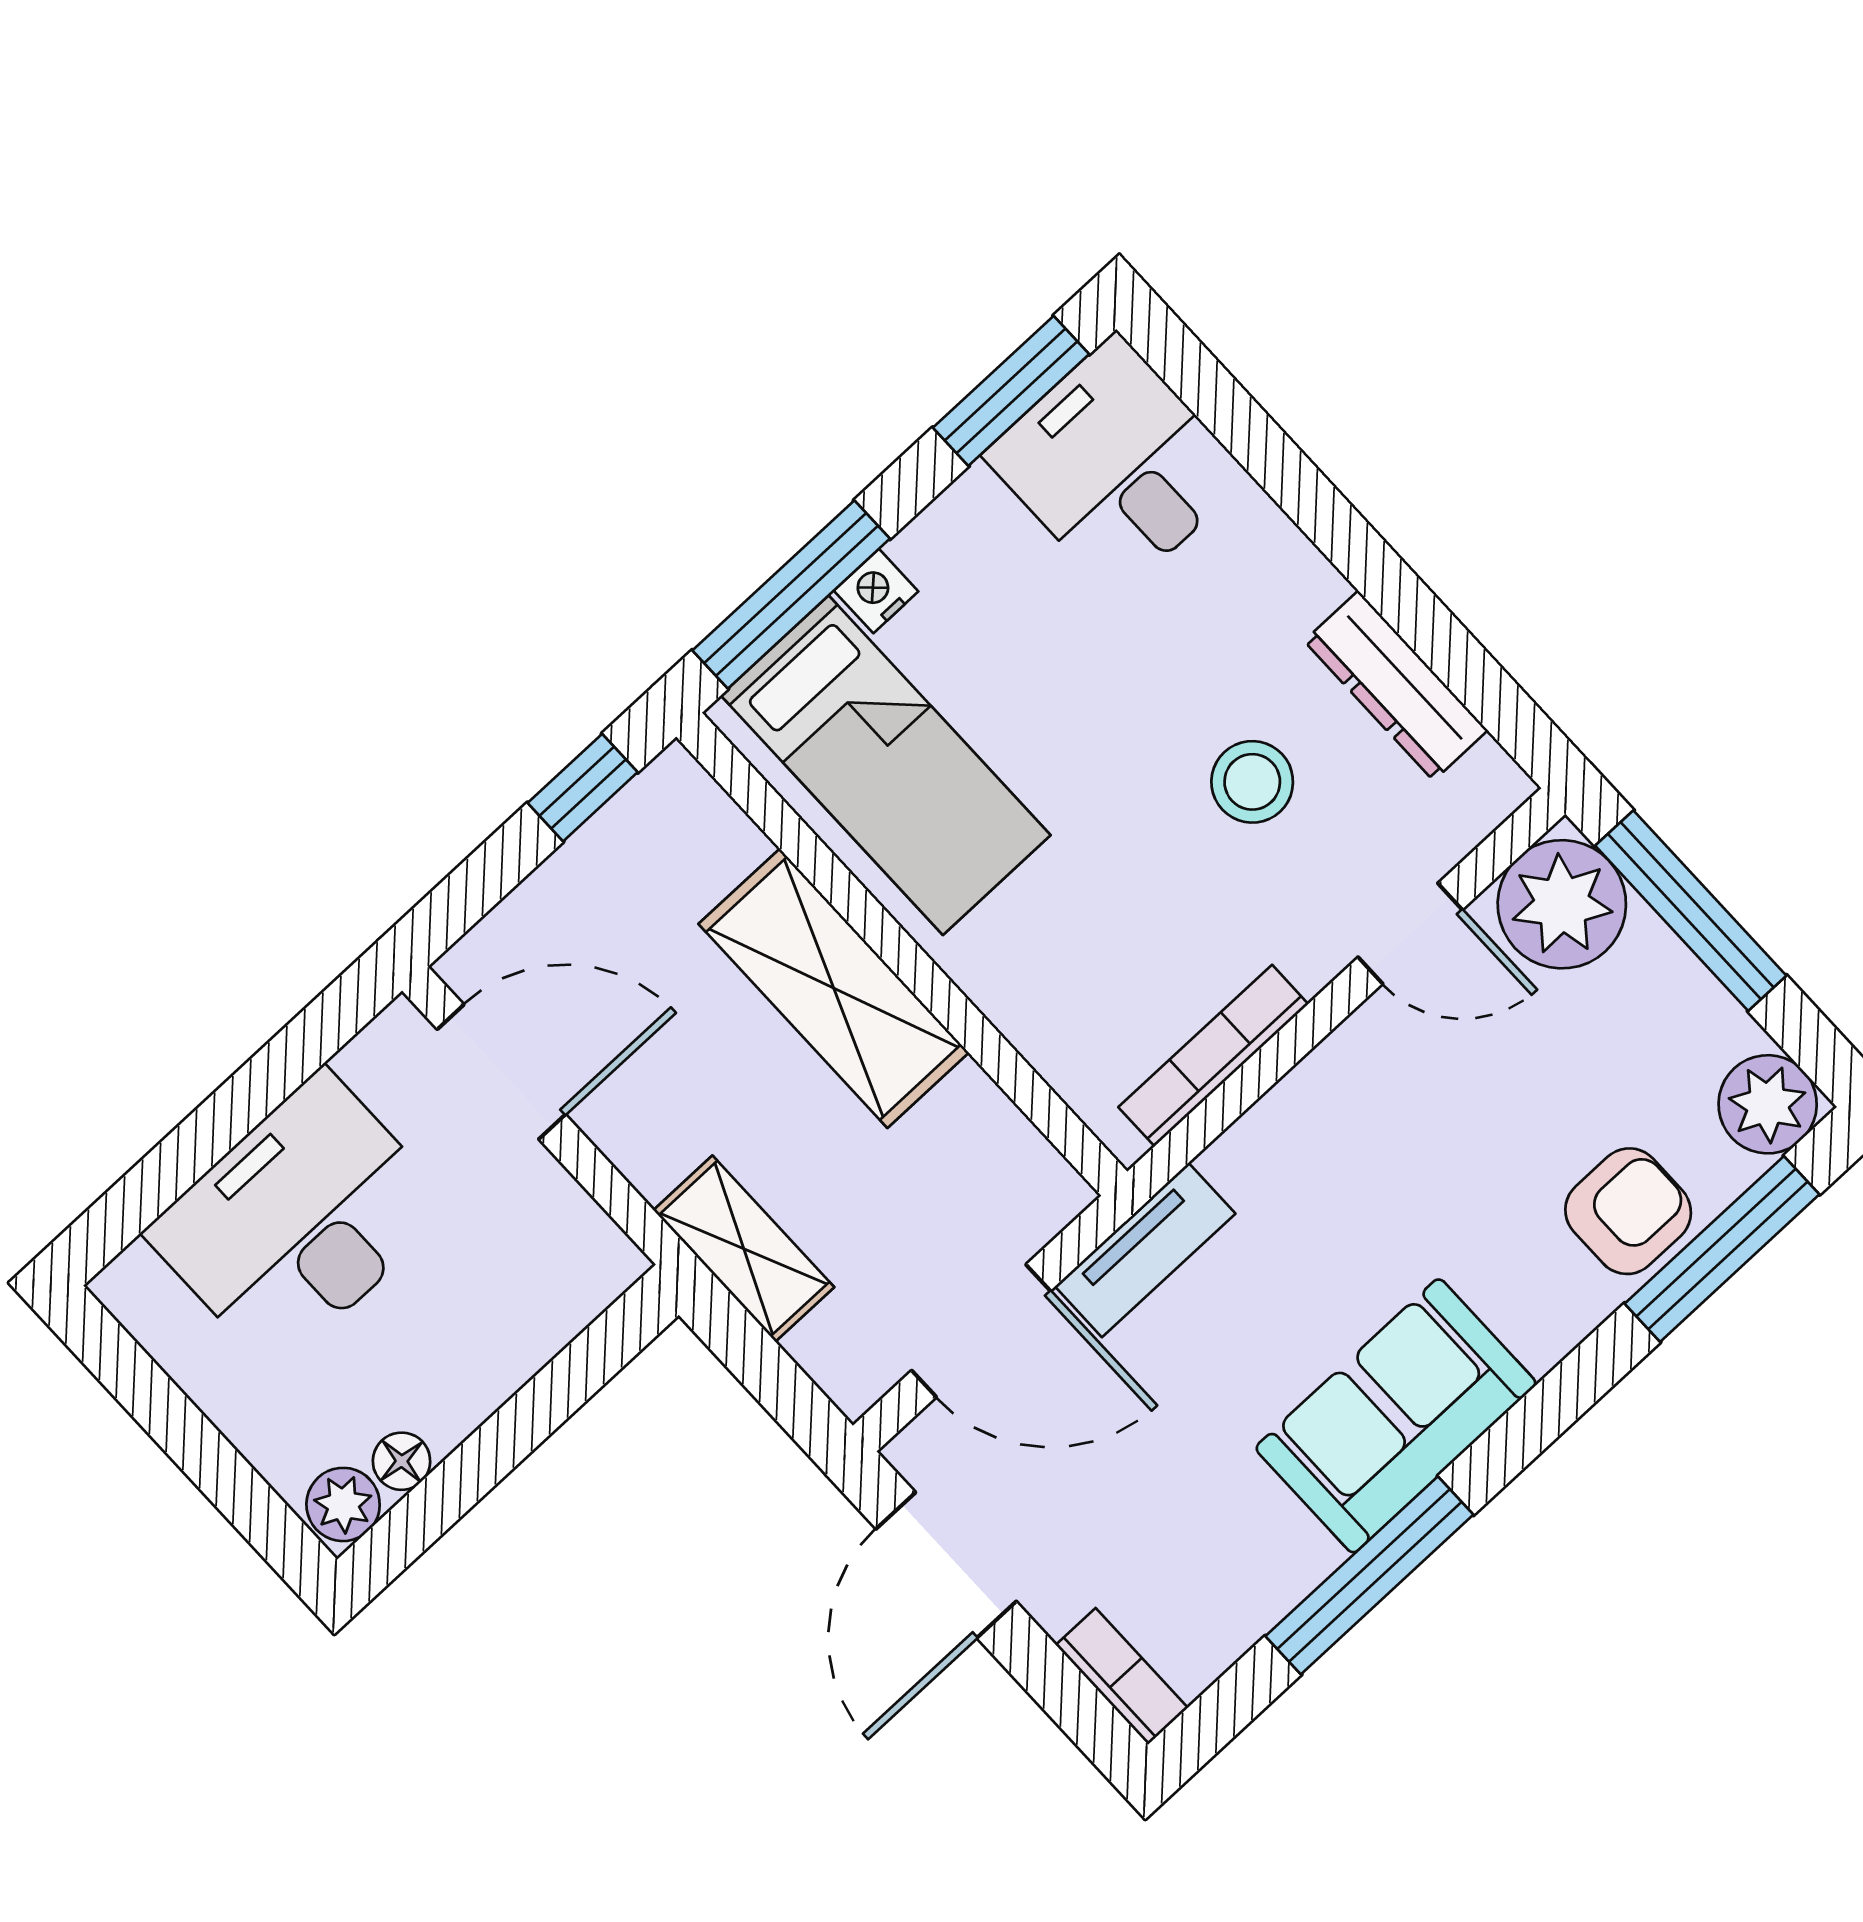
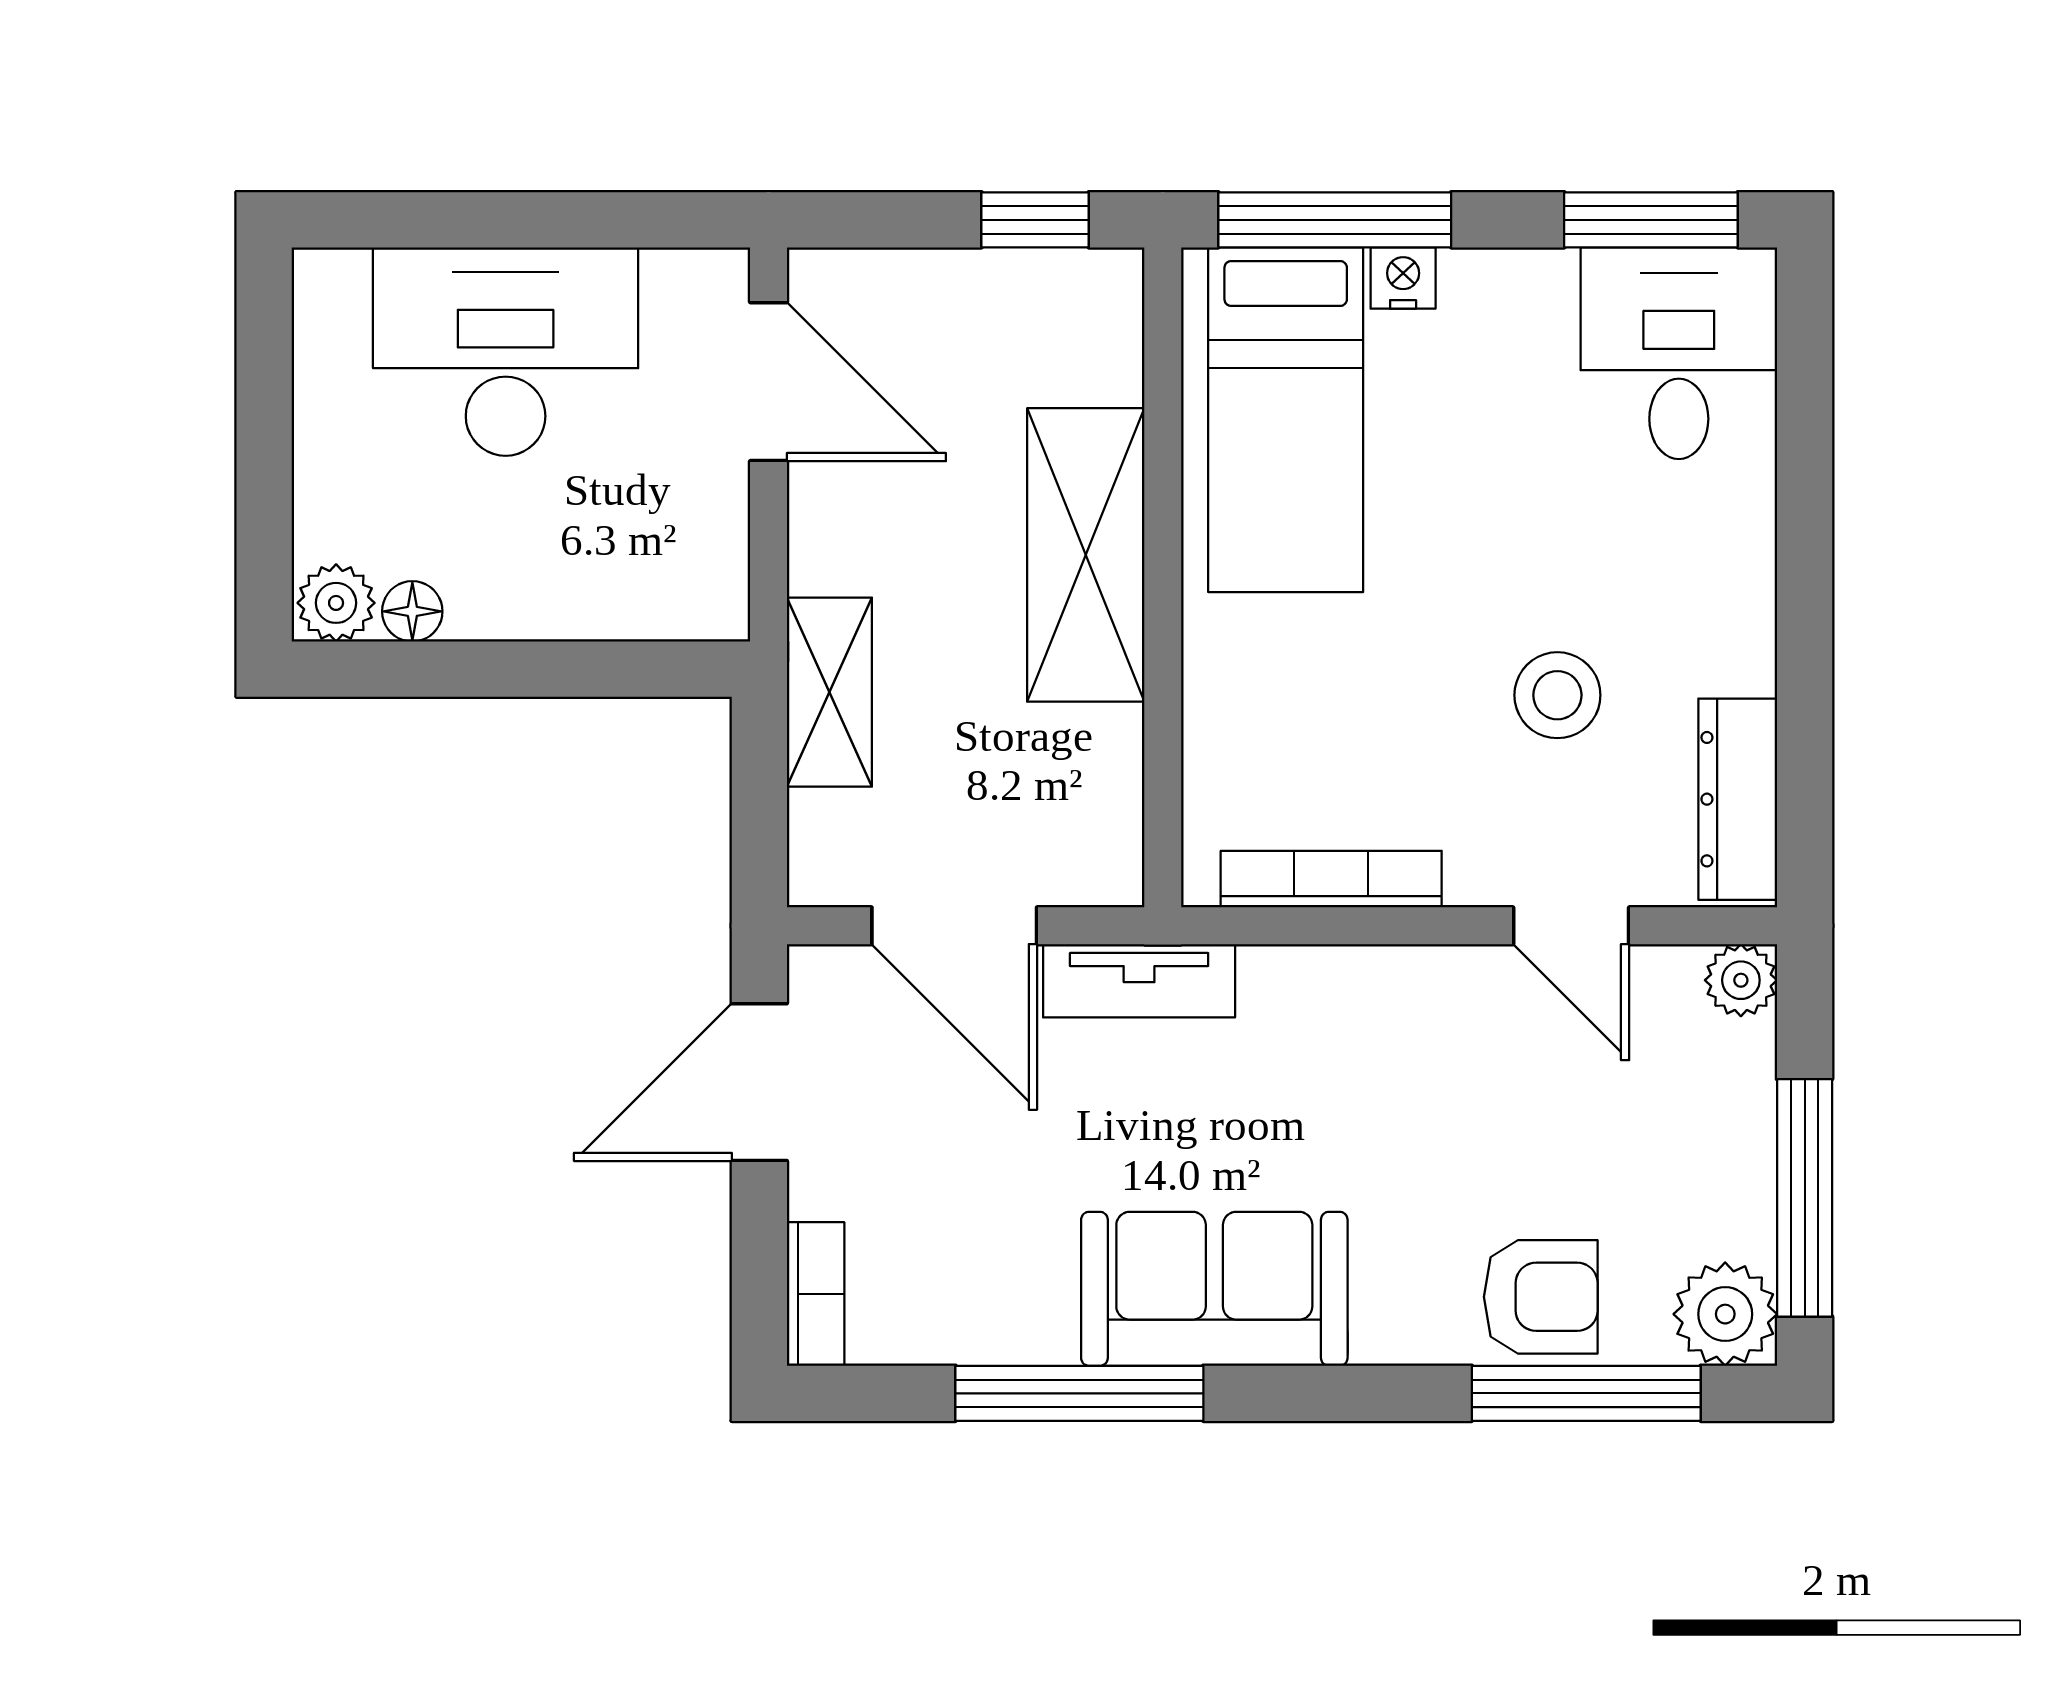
dresser: (1396, 686) -> (1738, 799), moved
plant: (1562, 904) -> (1741, 980), width x0.53, depth x0.53
window: (1691, 911) -> (1805, 1198), moved

